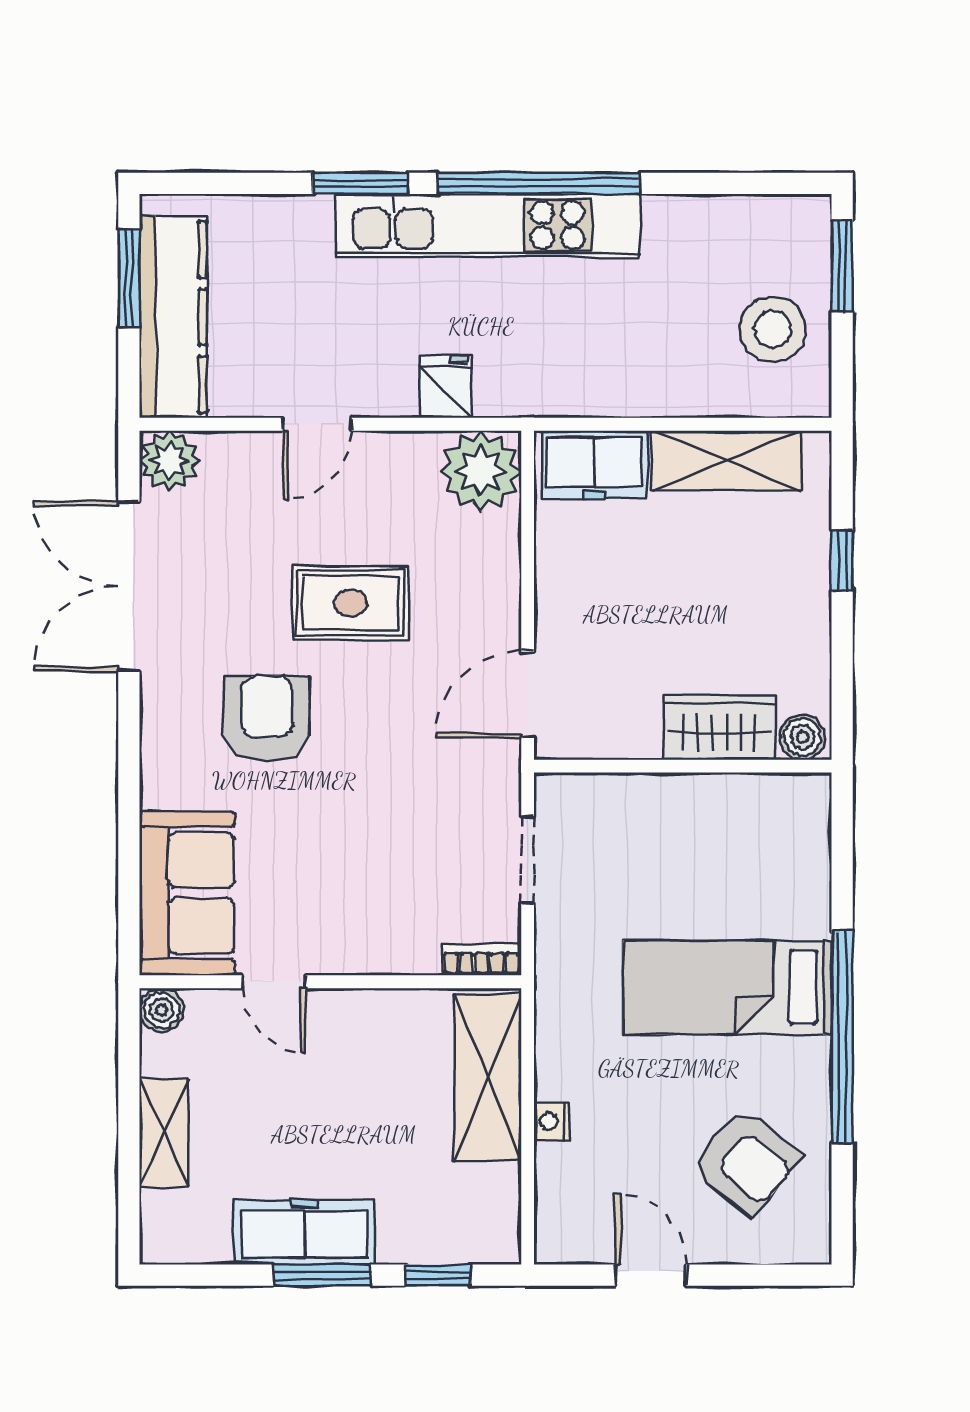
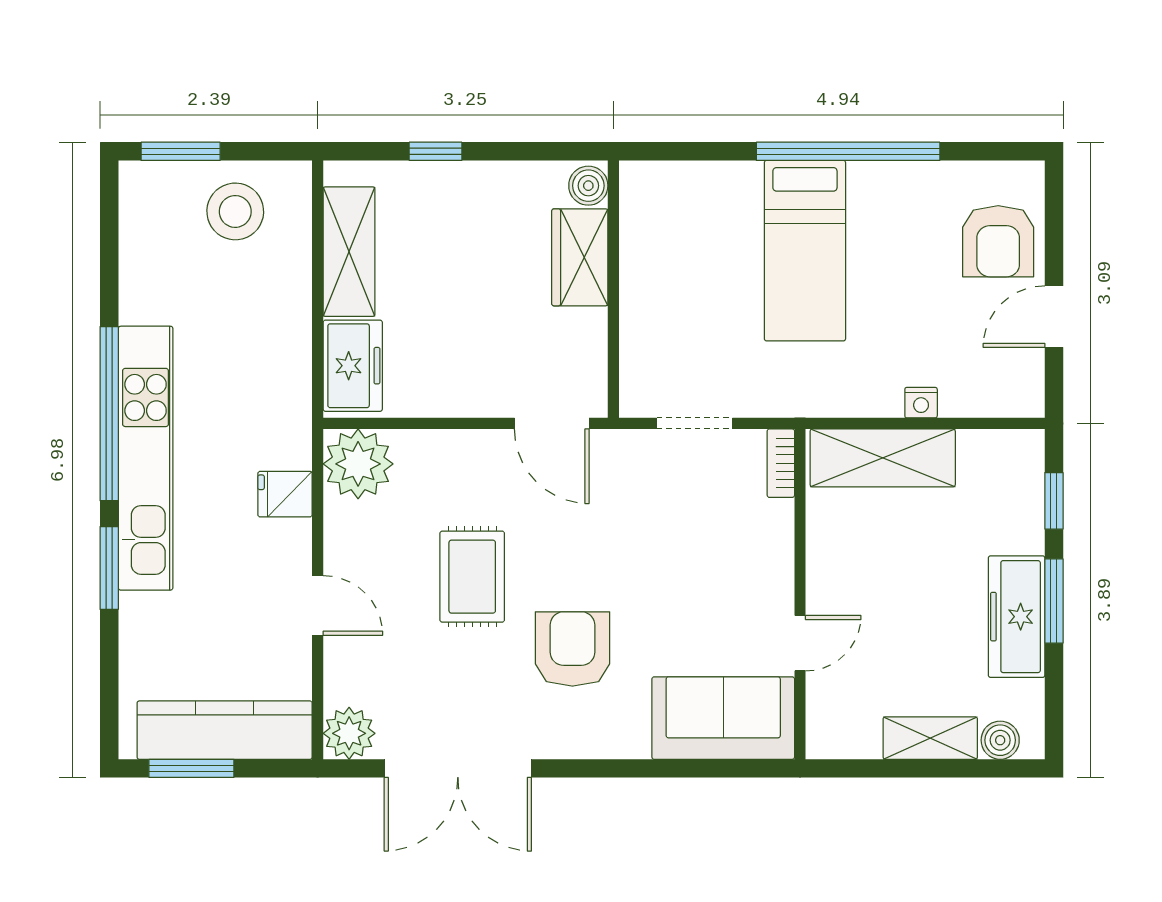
armchair: (267, 719) -> (572, 649), turned 90
boiler: (162, 1010) -> (1000, 740), moved
armchair: (746, 1162) -> (998, 241), moved, turned 141

